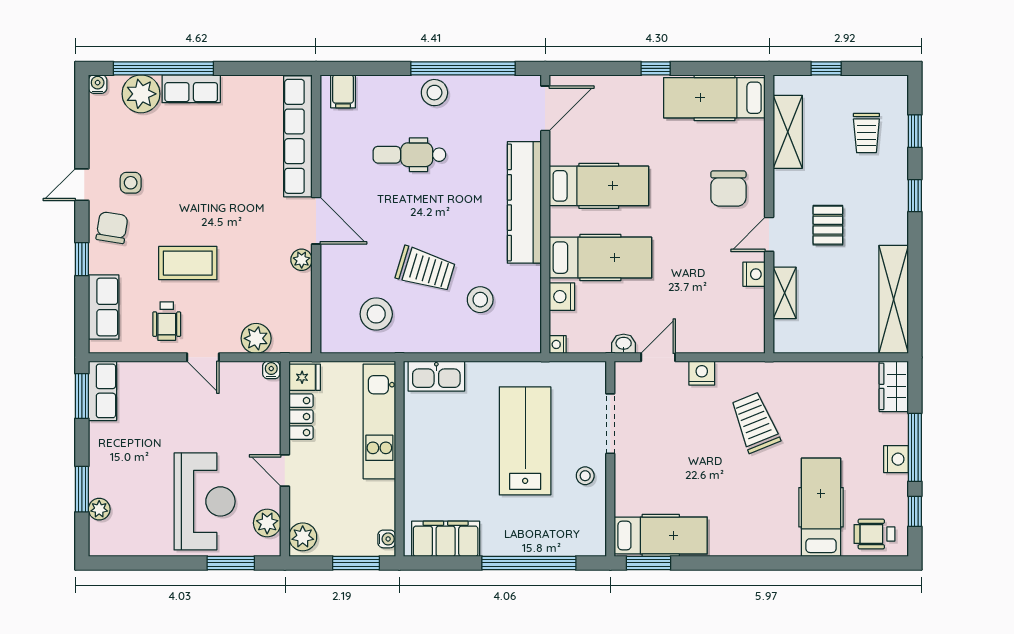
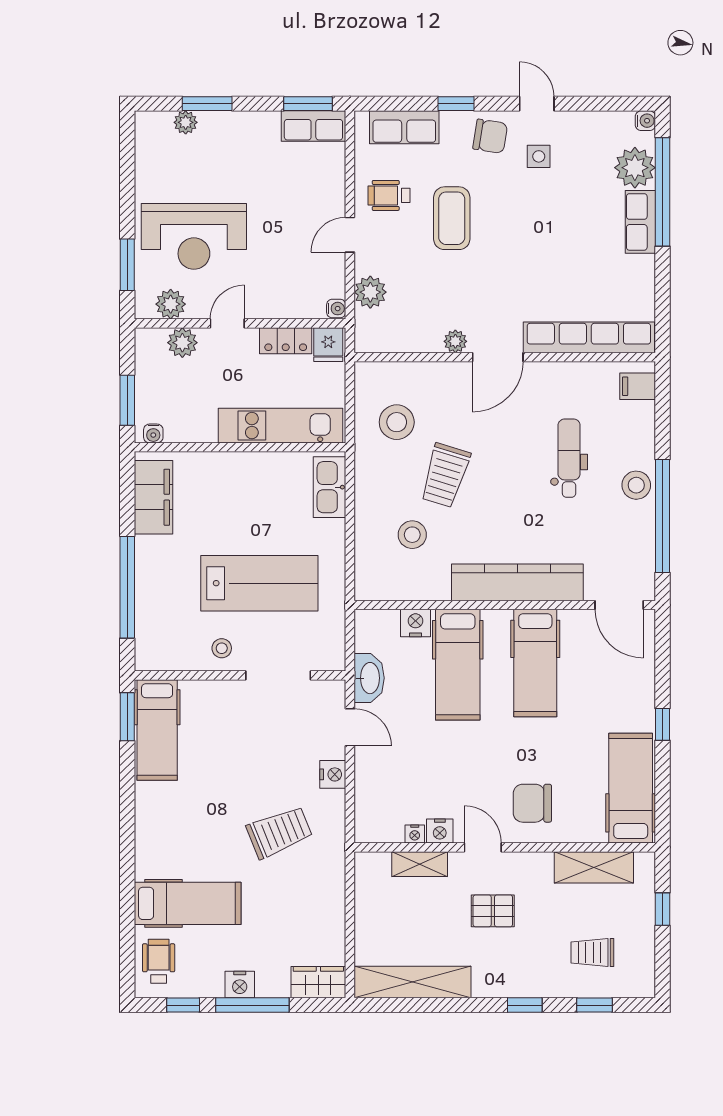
nightstand: (558, 344) -> (415, 834), moved, turned 180
washbasin: (624, 344) -> (369, 678), width x1.91, depth x1.45
plant: (303, 537) -> (182, 343), moved

